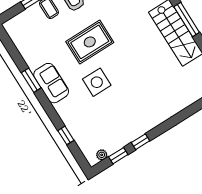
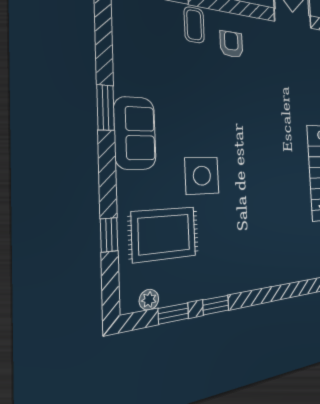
rug: (90, 42) -> (164, 234), moved

